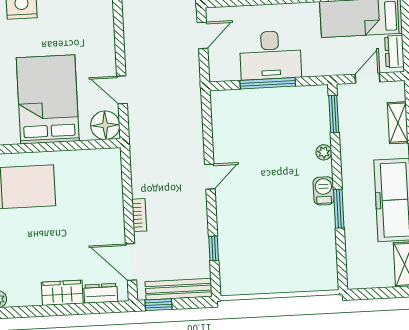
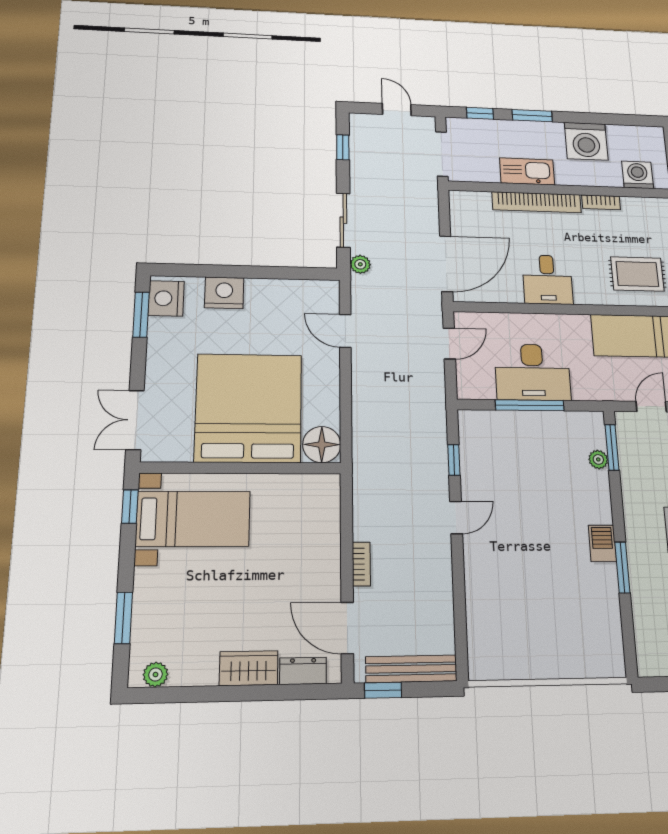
door: (122, 90) -> (345, 331), moved
bed: (48, 99) -> (249, 408), width x1.36
plant: (324, 152) -> (598, 459), moved
window: (214, 248) -> (454, 460), moved

